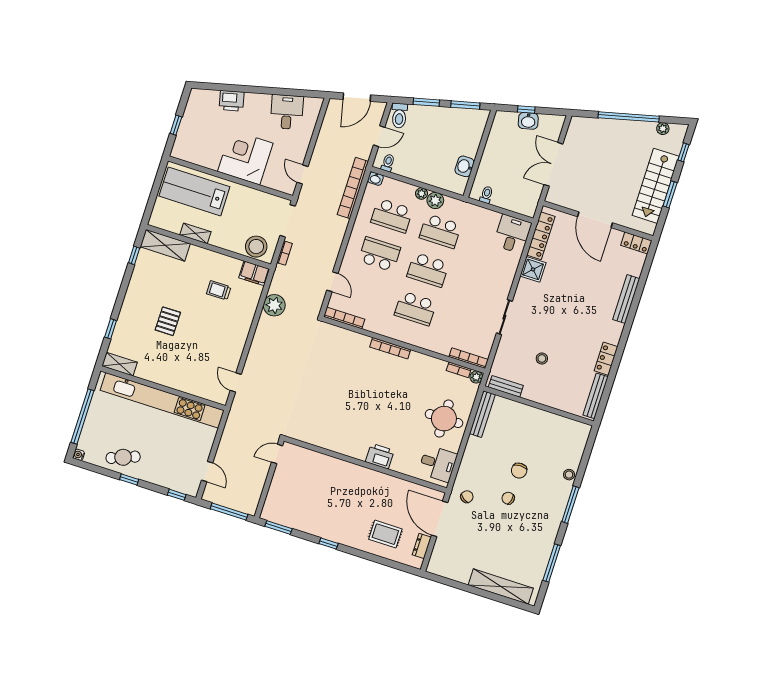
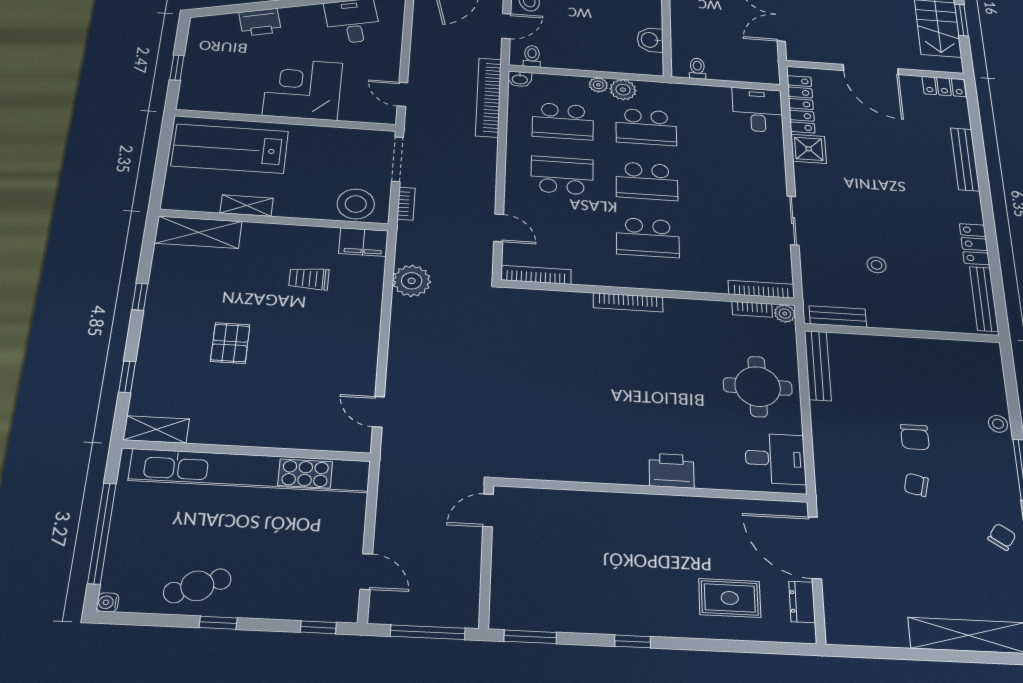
window: (134, 255) -> (140, 297), moved
chair: (467, 497) -> (1002, 537), moved

